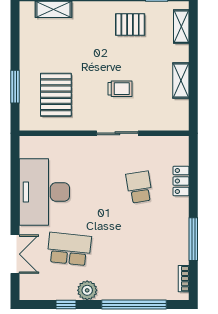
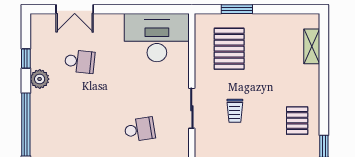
pallet: (56, 95) -> (229, 49), turned 90
desk: (44, 192) -> (157, 38), moved
school desk: (69, 249) -> (80, 62), width x0.54

